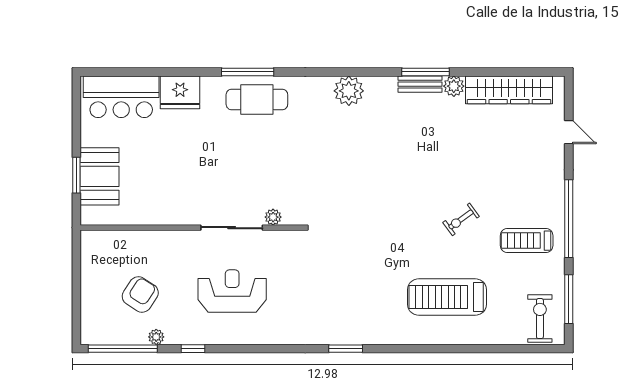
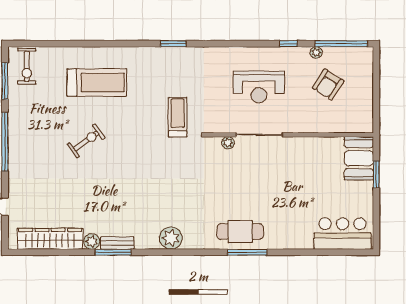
fridge: (180, 92) -> (298, 237), removed
booth: (100, 176) -> (359, 158), moved
exercise bike: (461, 219) -> (86, 141), width x1.38, depth x1.39
treadmill: (527, 241) -> (178, 117), moved, turned -90

